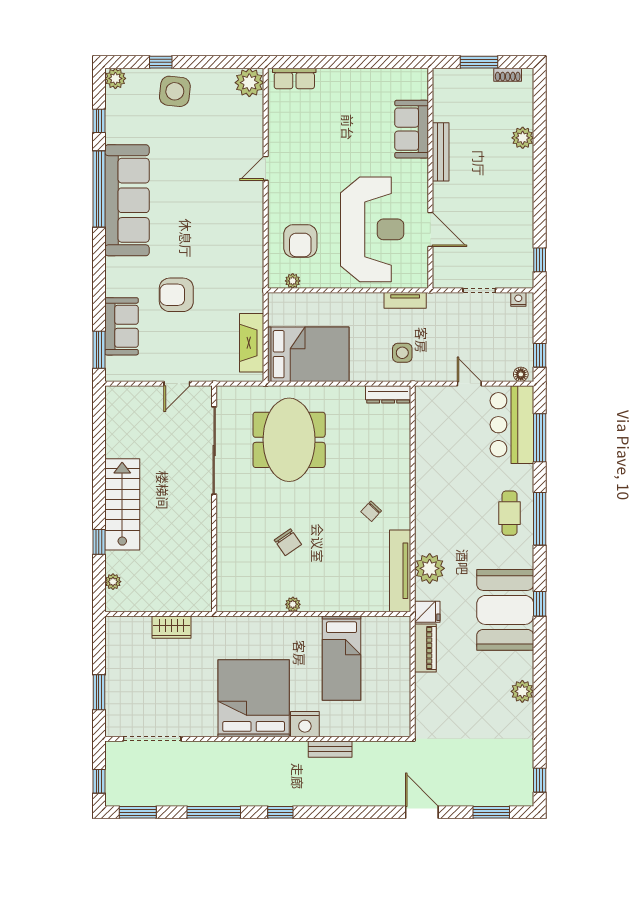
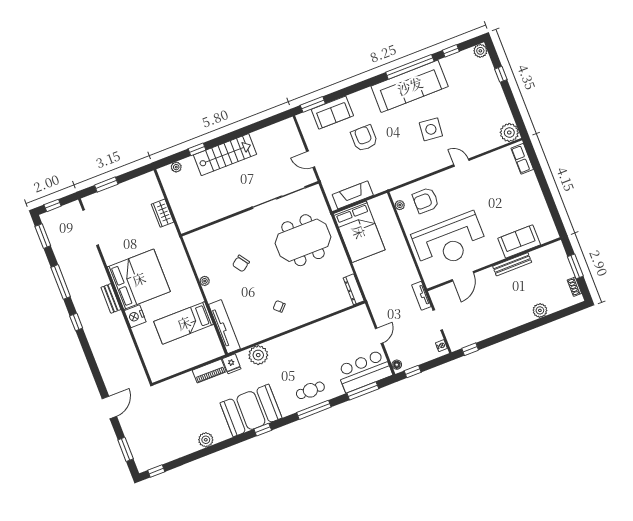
side table: (175, 91) -> (431, 129), moved
tv unit: (405, 300) -> (421, 296), moved
side table: (402, 353) -> (382, 288), removed
tv unit: (400, 571) -> (224, 327), moved, turned 90
bench: (330, 749) -> (111, 298), moved

